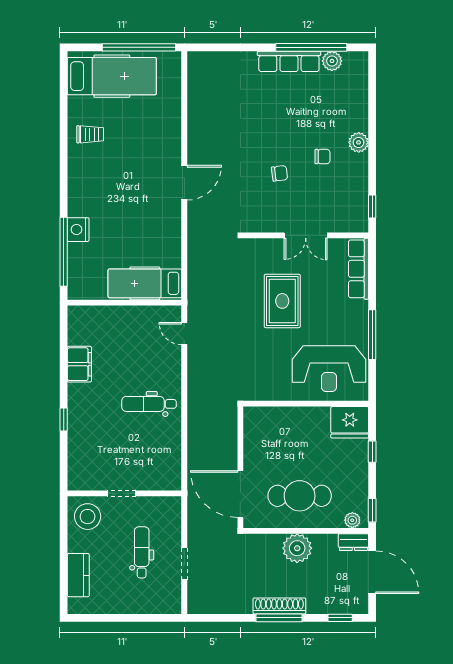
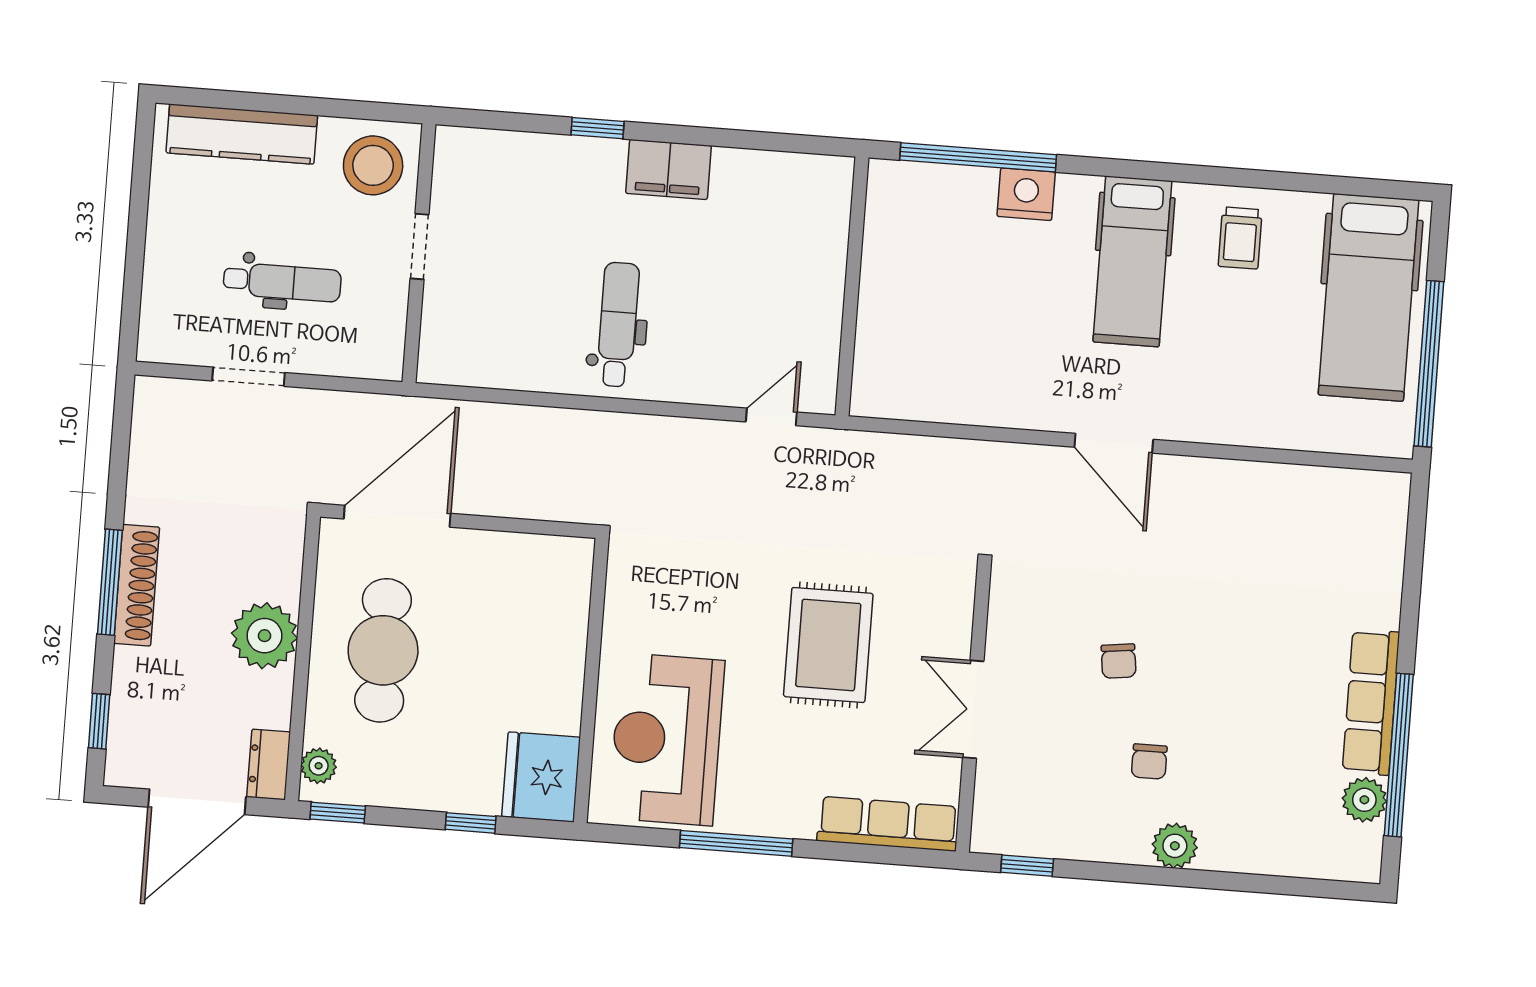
hospital bed: (145, 283) -> (1132, 261), moved, turned 180
rug: (282, 301) -> (828, 645), turned 90
filing cabinet: (79, 364) -> (669, 169), moved
kitchen counter: (78, 575) -> (242, 134), width x1.50

